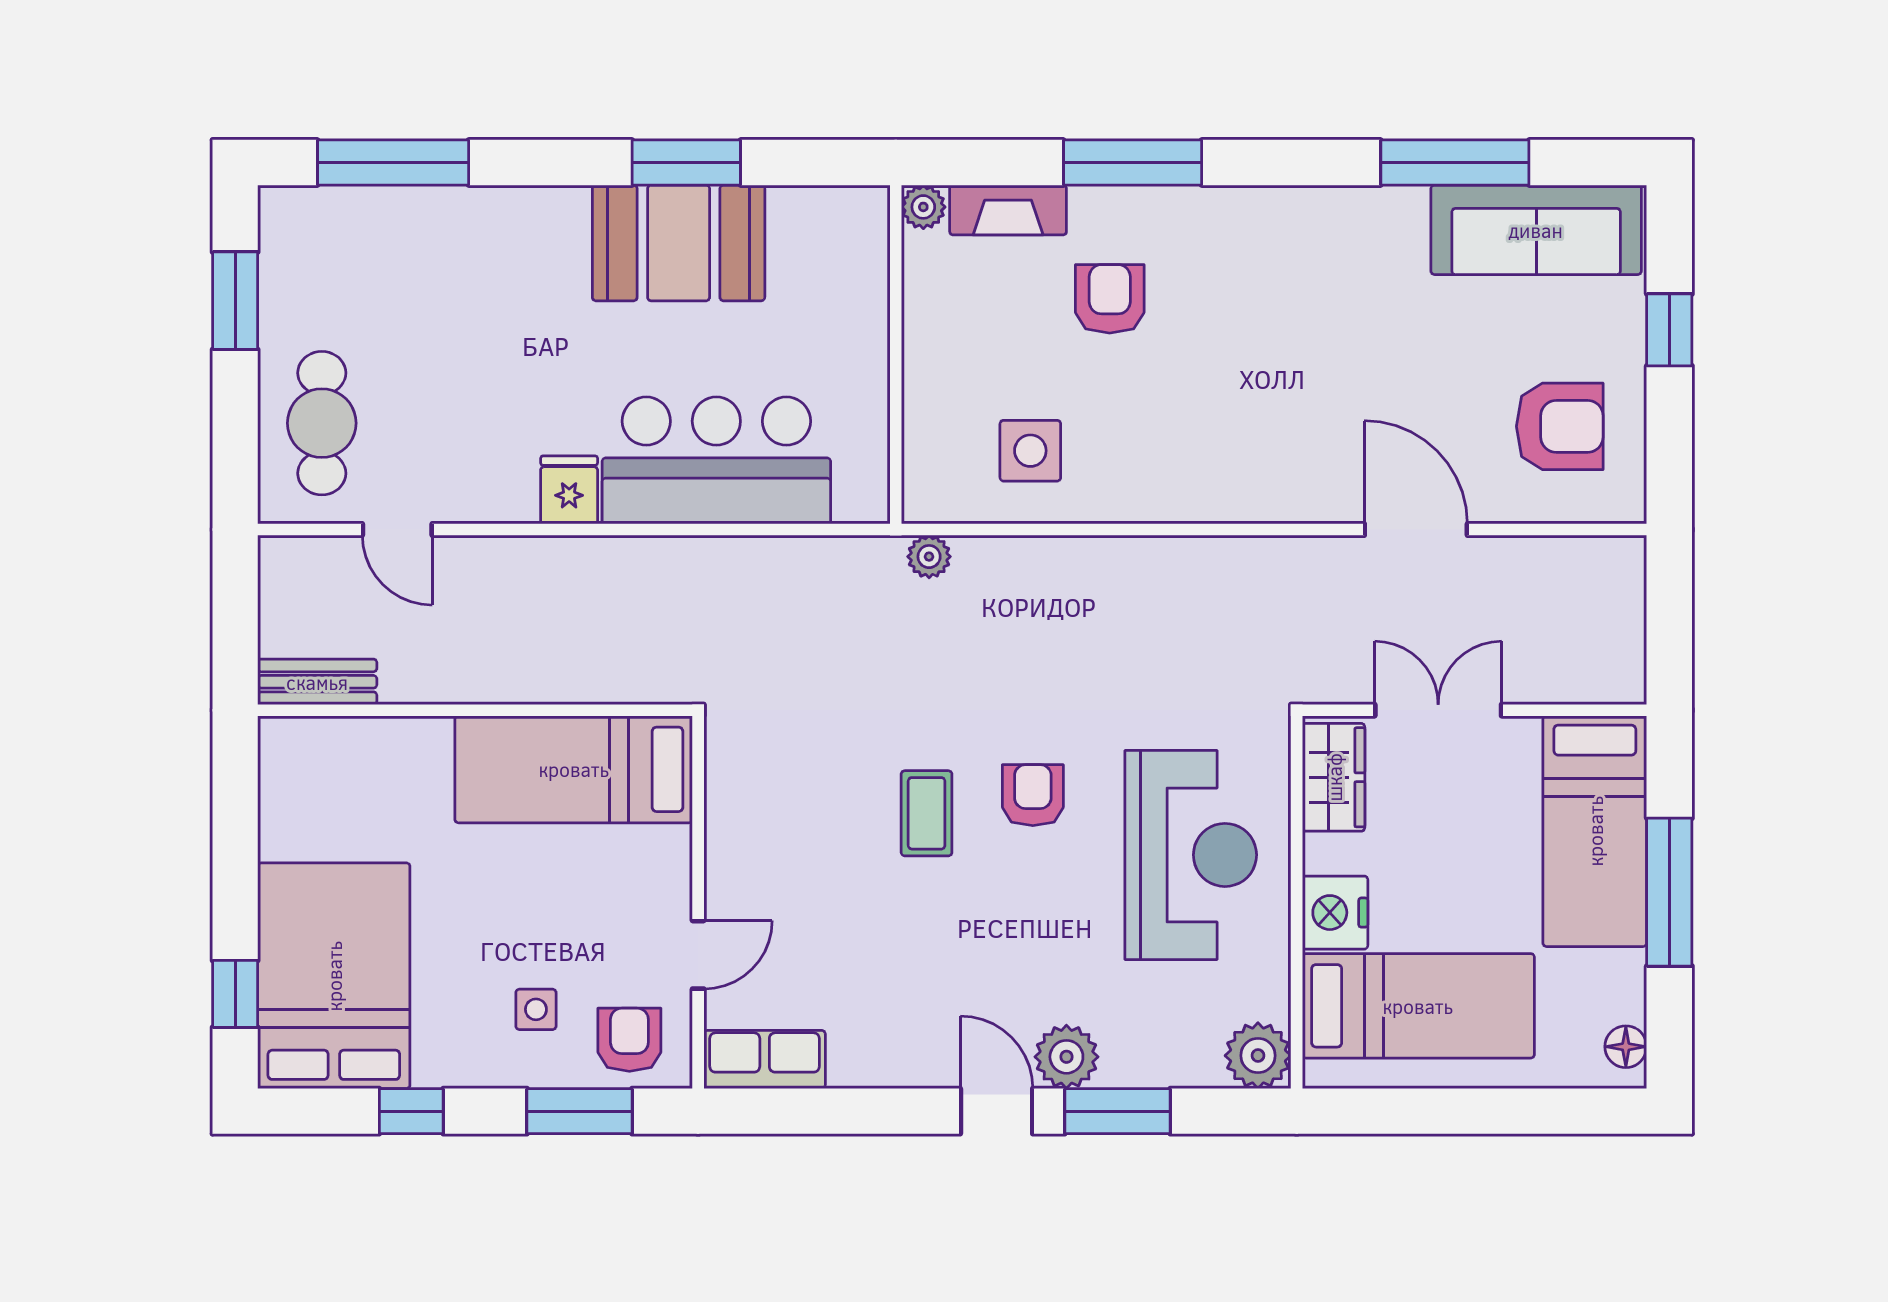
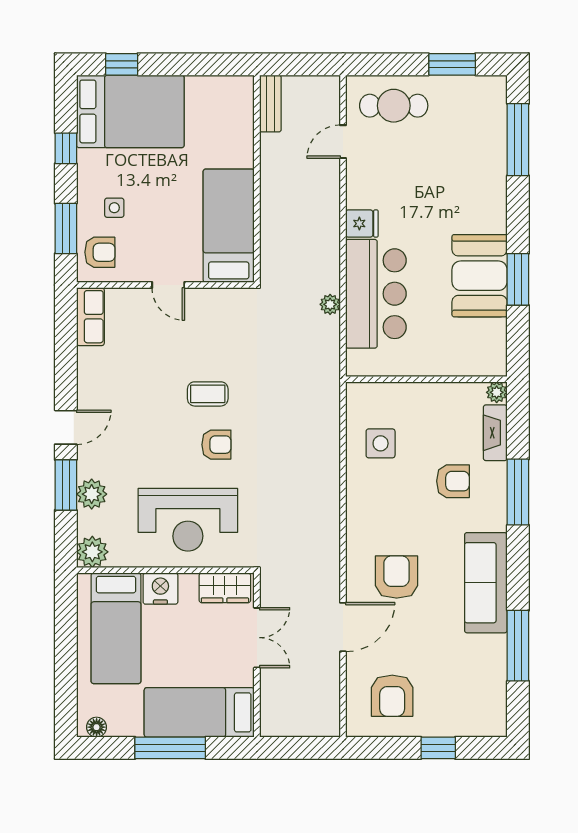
sofa: (1536, 230) -> (486, 583), moved
armchair: (1311, 417) -> (397, 577), added
plant: (929, 557) -> (330, 304), moved
door: (698, 955) -> (168, 285), moved
plant: (1066, 1057) -> (92, 494), moved

